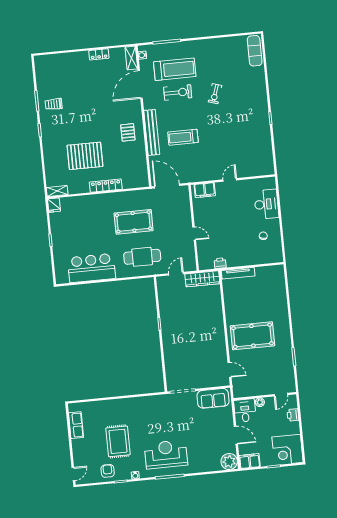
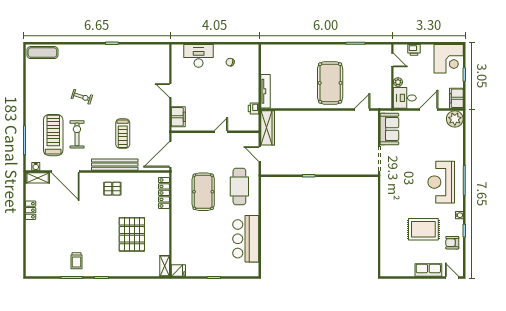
locker: (106, 186) -> (164, 193), moved
row of seats: (76, 425) -> (428, 270), moved

